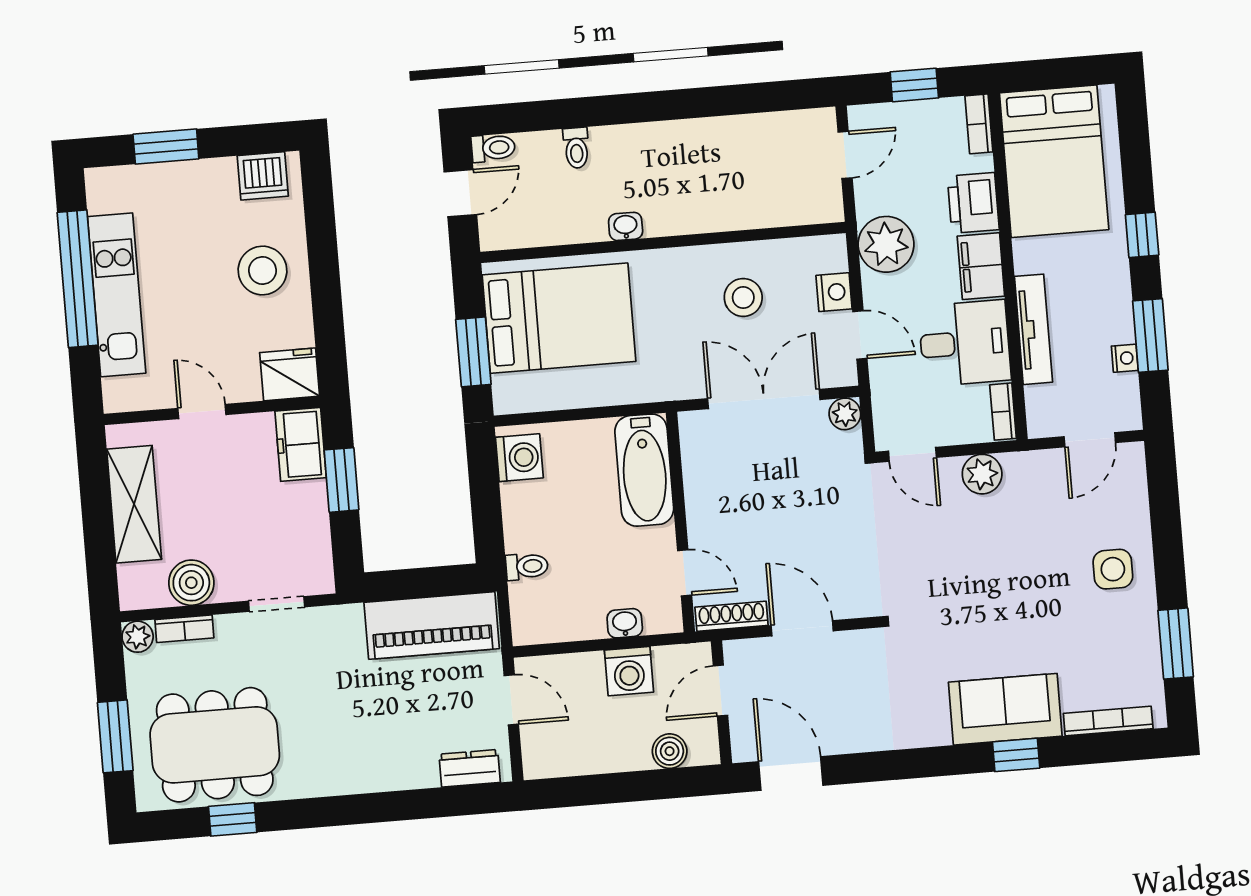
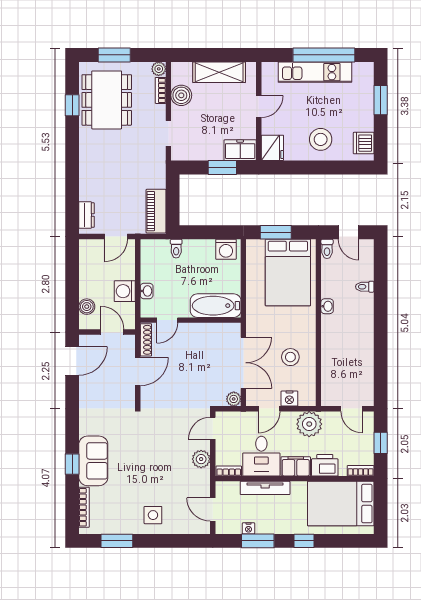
toilet: (493, 148) -> (327, 249), moved
piano: (432, 625) -> (156, 211), width x0.73, depth x0.75

